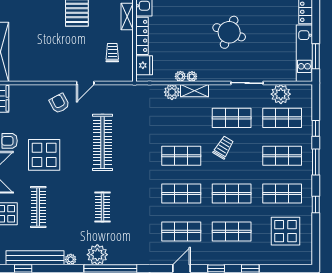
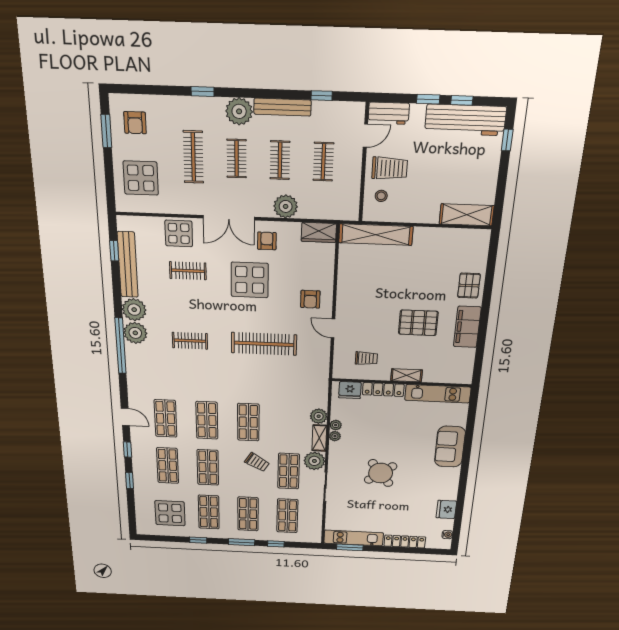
round table: (229, 32) -> (381, 473), turned 32
plant: (281, 94) -> (314, 461), moved
armchair: (59, 103) -> (310, 299), turned 118
clothes rail: (38, 207) -> (188, 271), width x0.73
plant: (71, 259) -> (134, 310), width x1.87, depth x1.87

